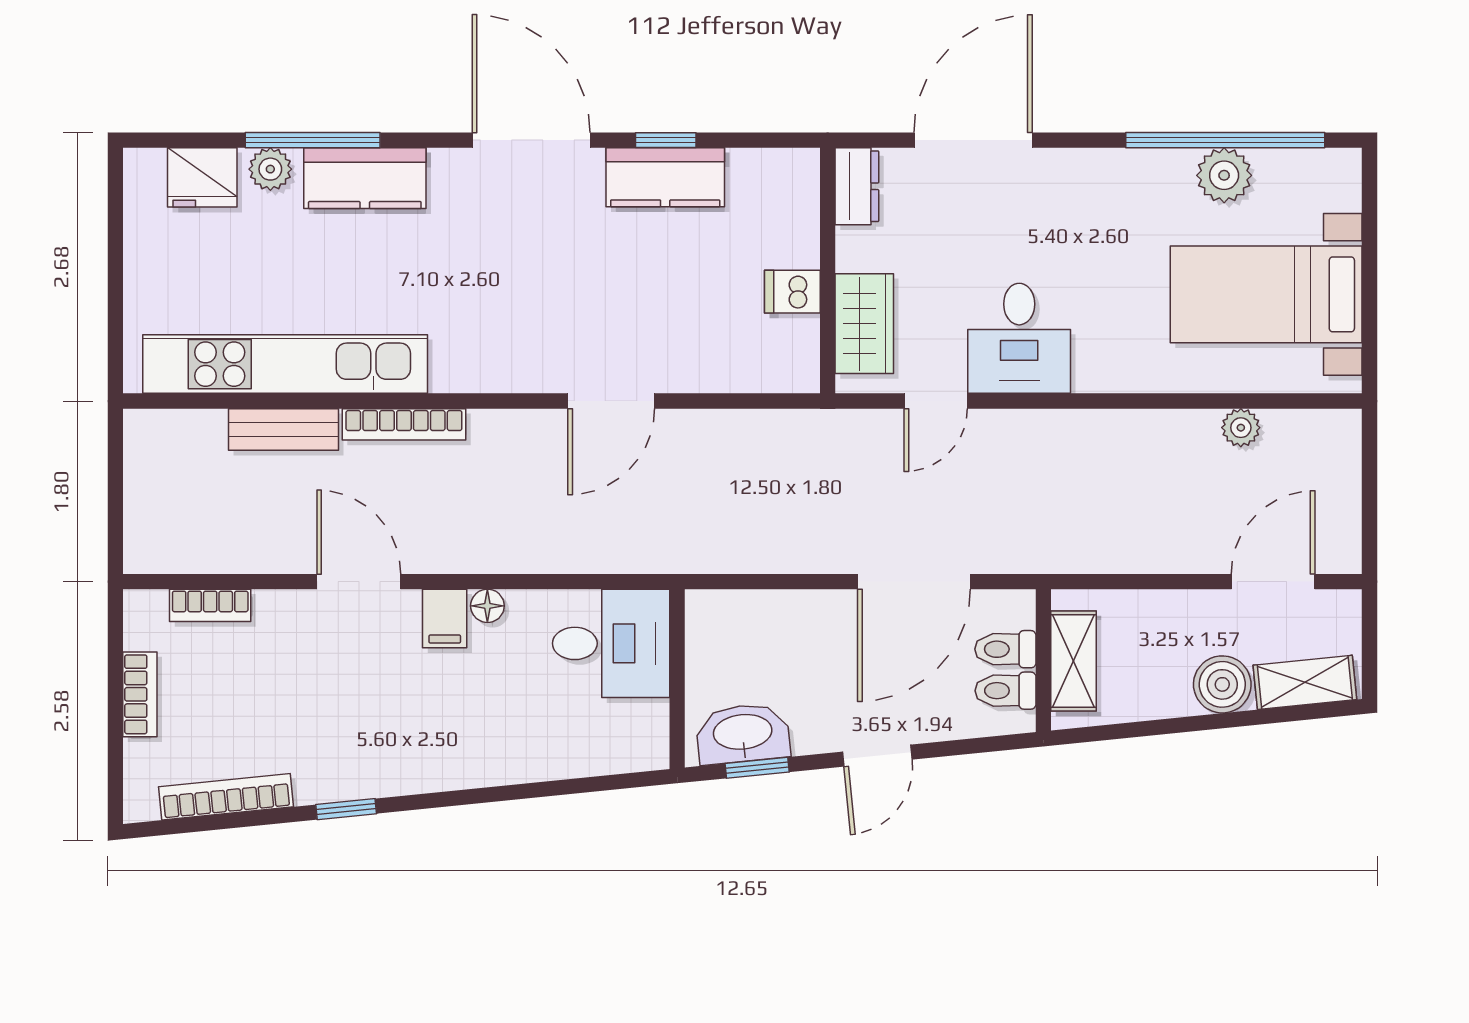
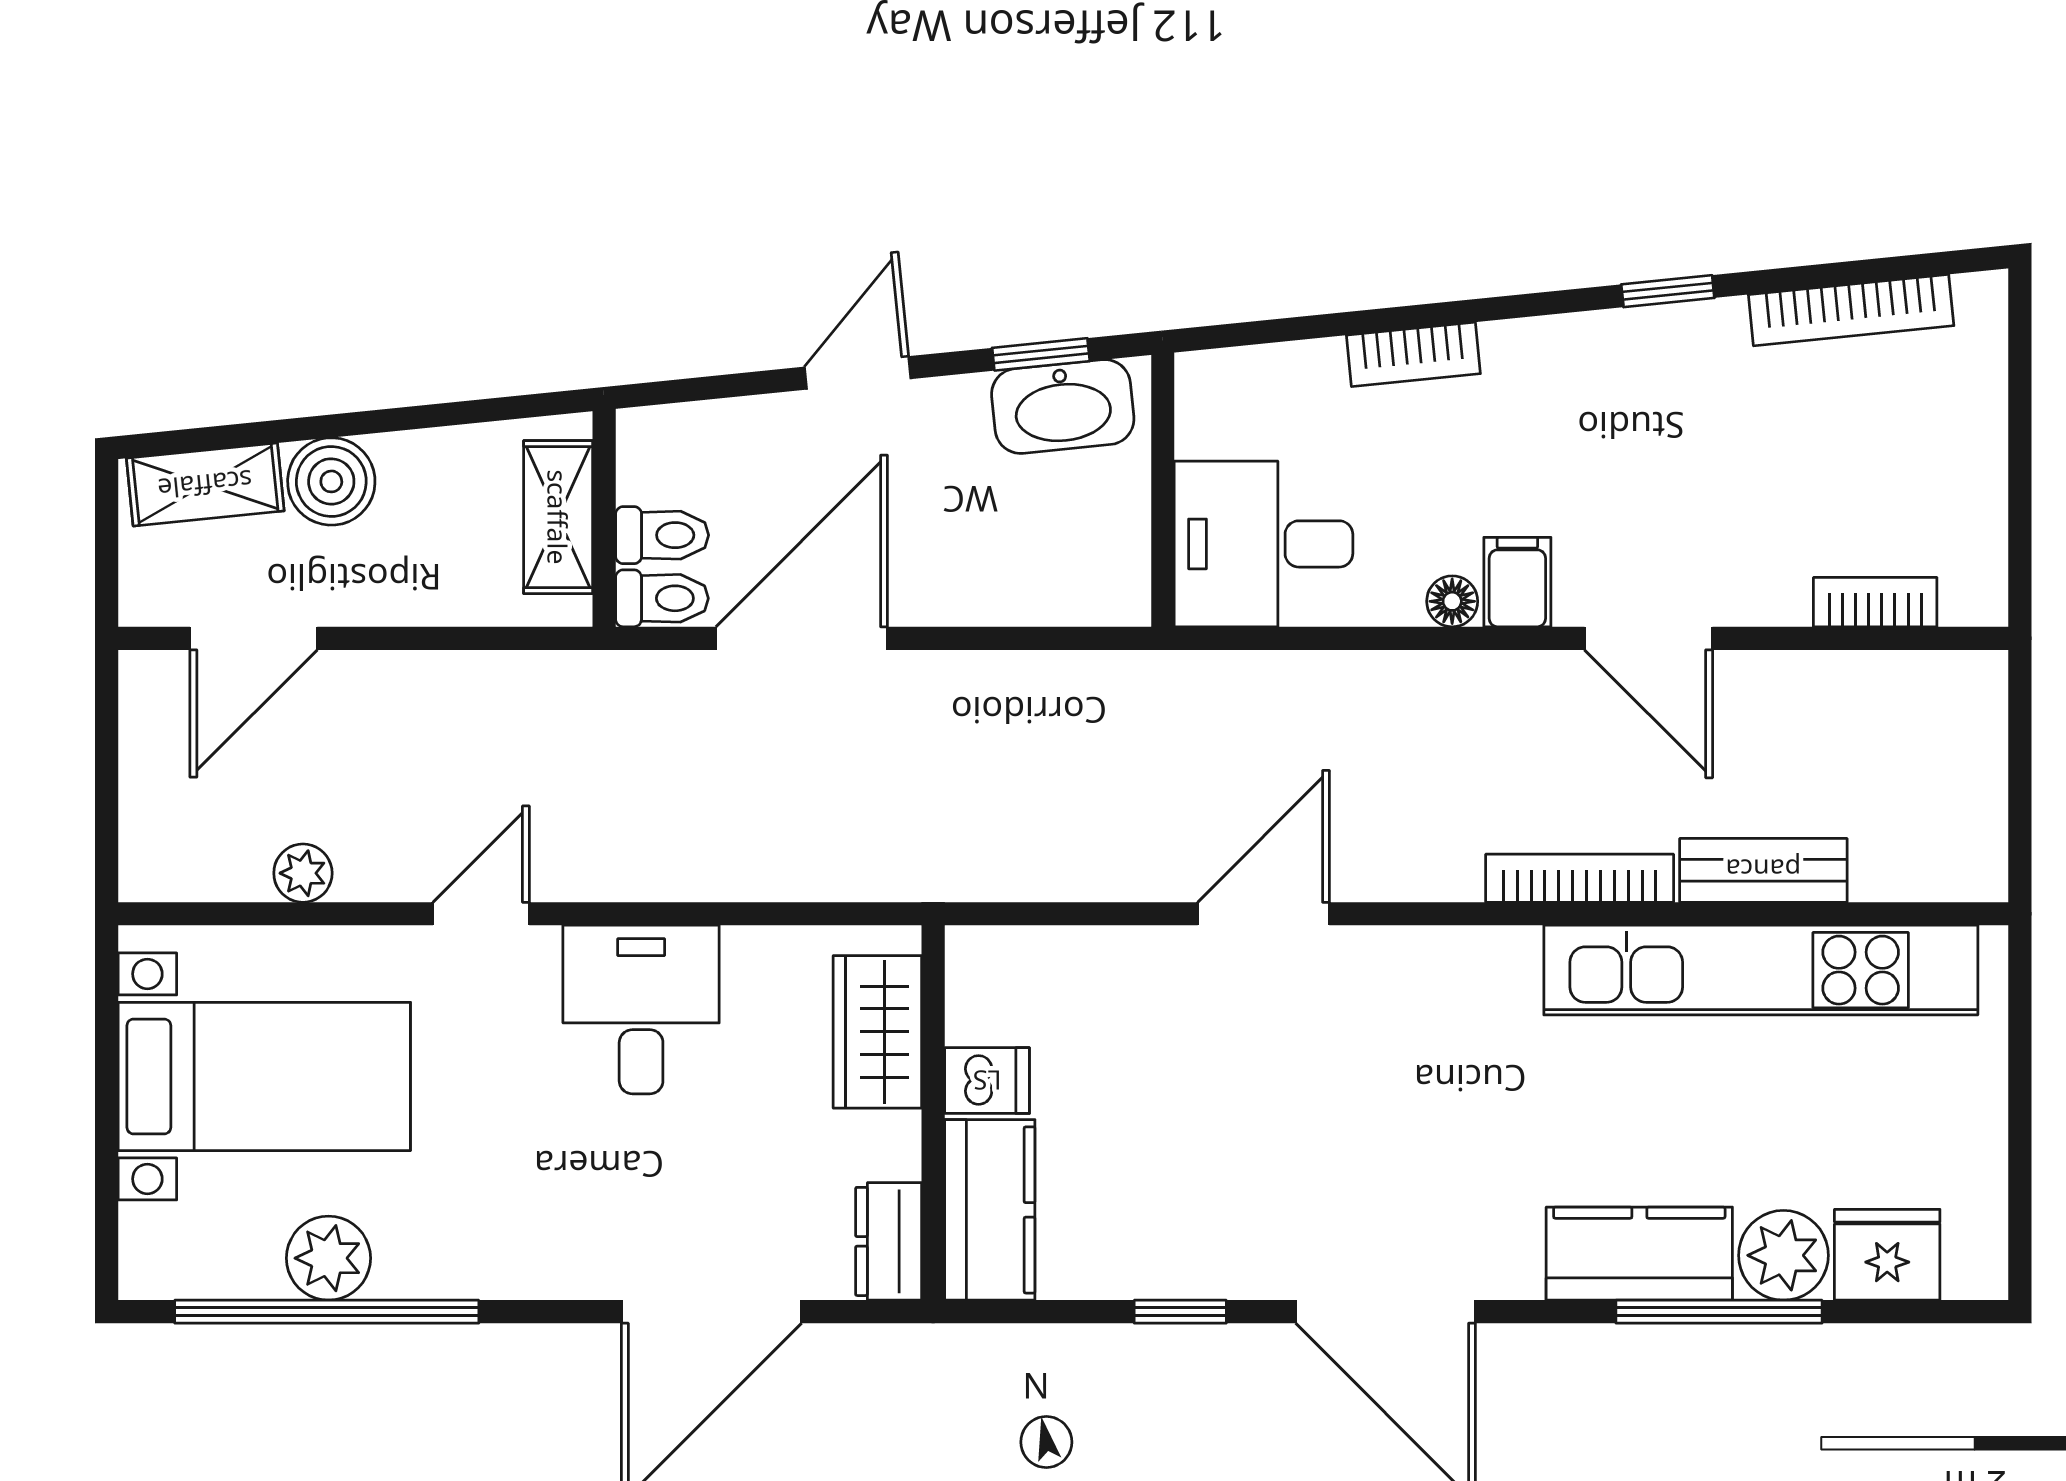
plant: (270, 169) -> (1783, 1255), width x1.38, depth x1.38
kitchen counter: (665, 177) -> (990, 1210), moved, turned 90
door: (936, 401) -> (481, 914), moved
toilet: (1006, 691) -> (662, 598), moved
bookcase: (140, 694) -> (1413, 354), moved, turned -96

